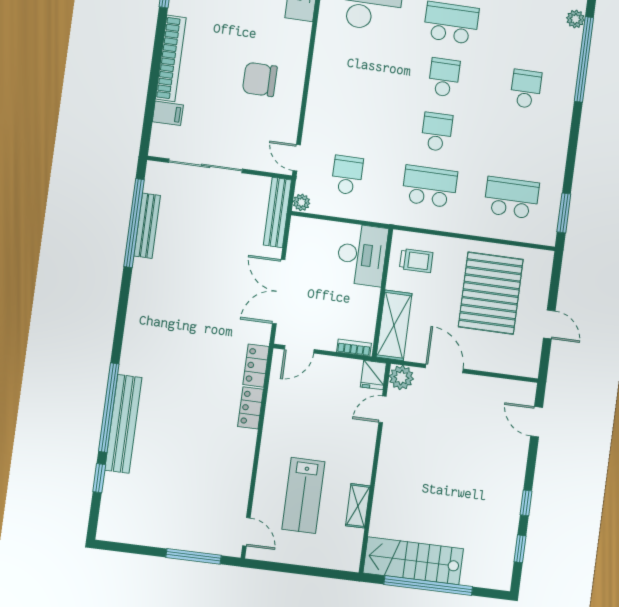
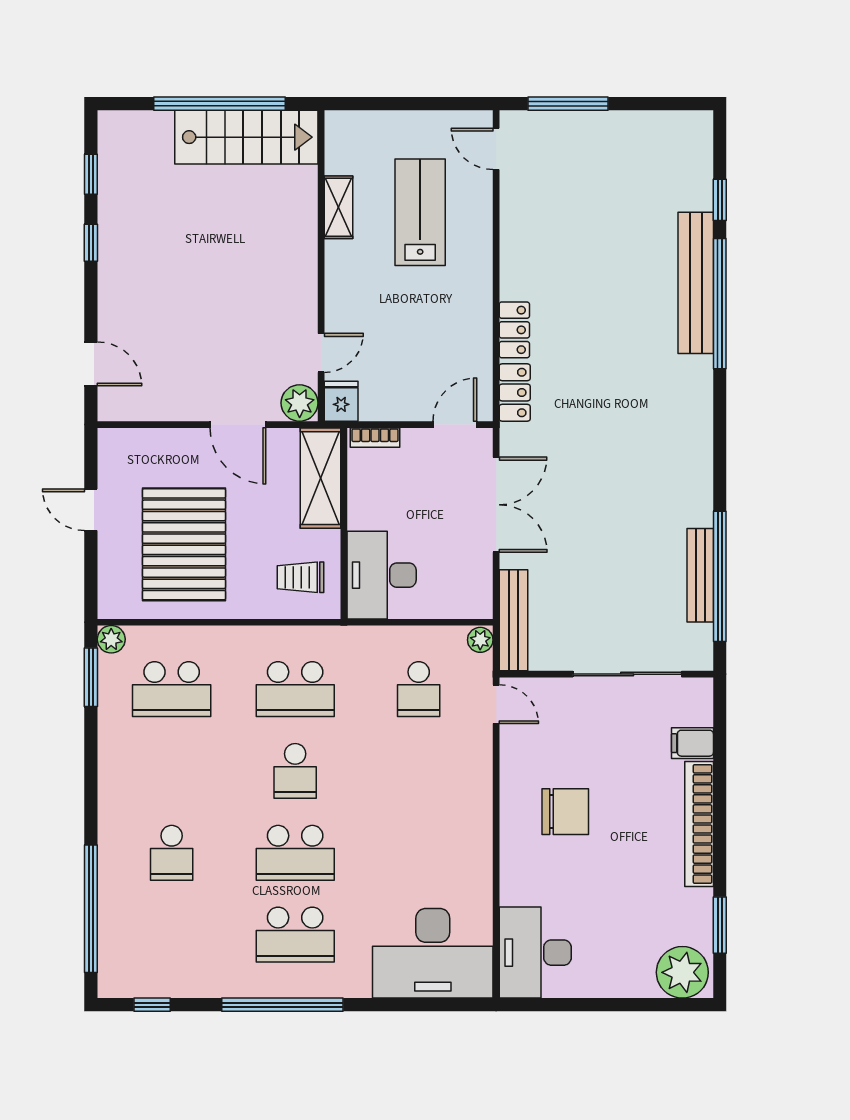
plant: (575, 19) -> (111, 639), moved
school desk: (444, 77) -> (295, 853), width x1.85

